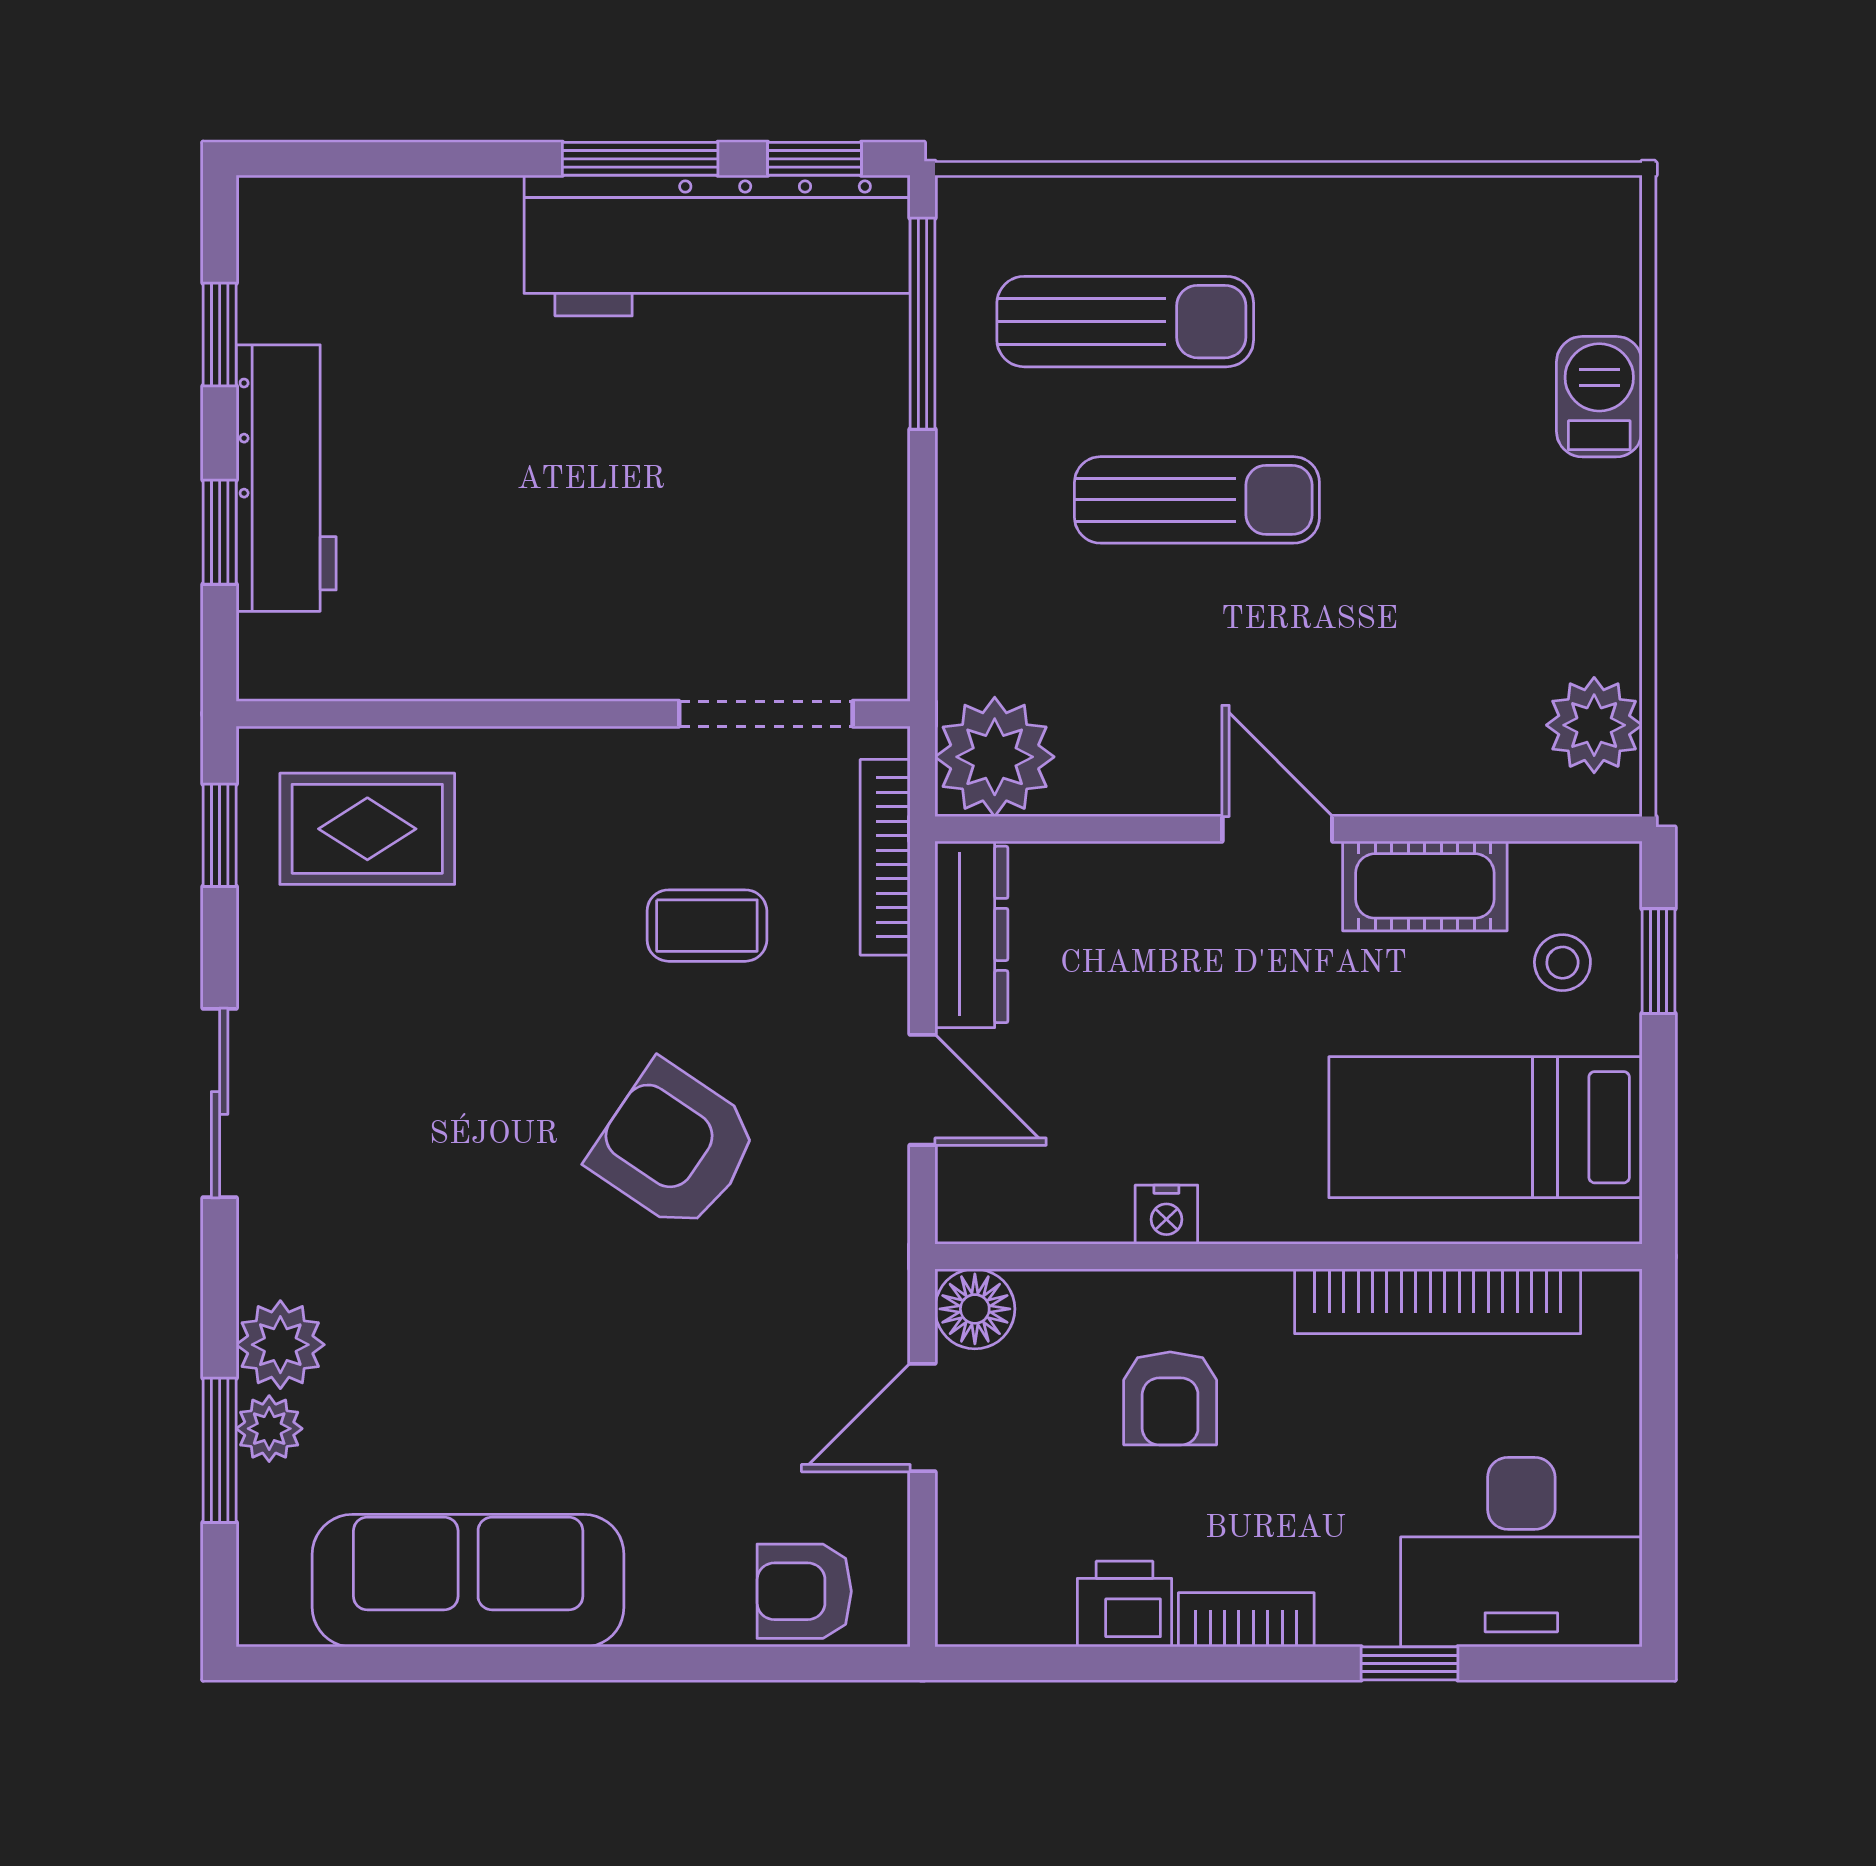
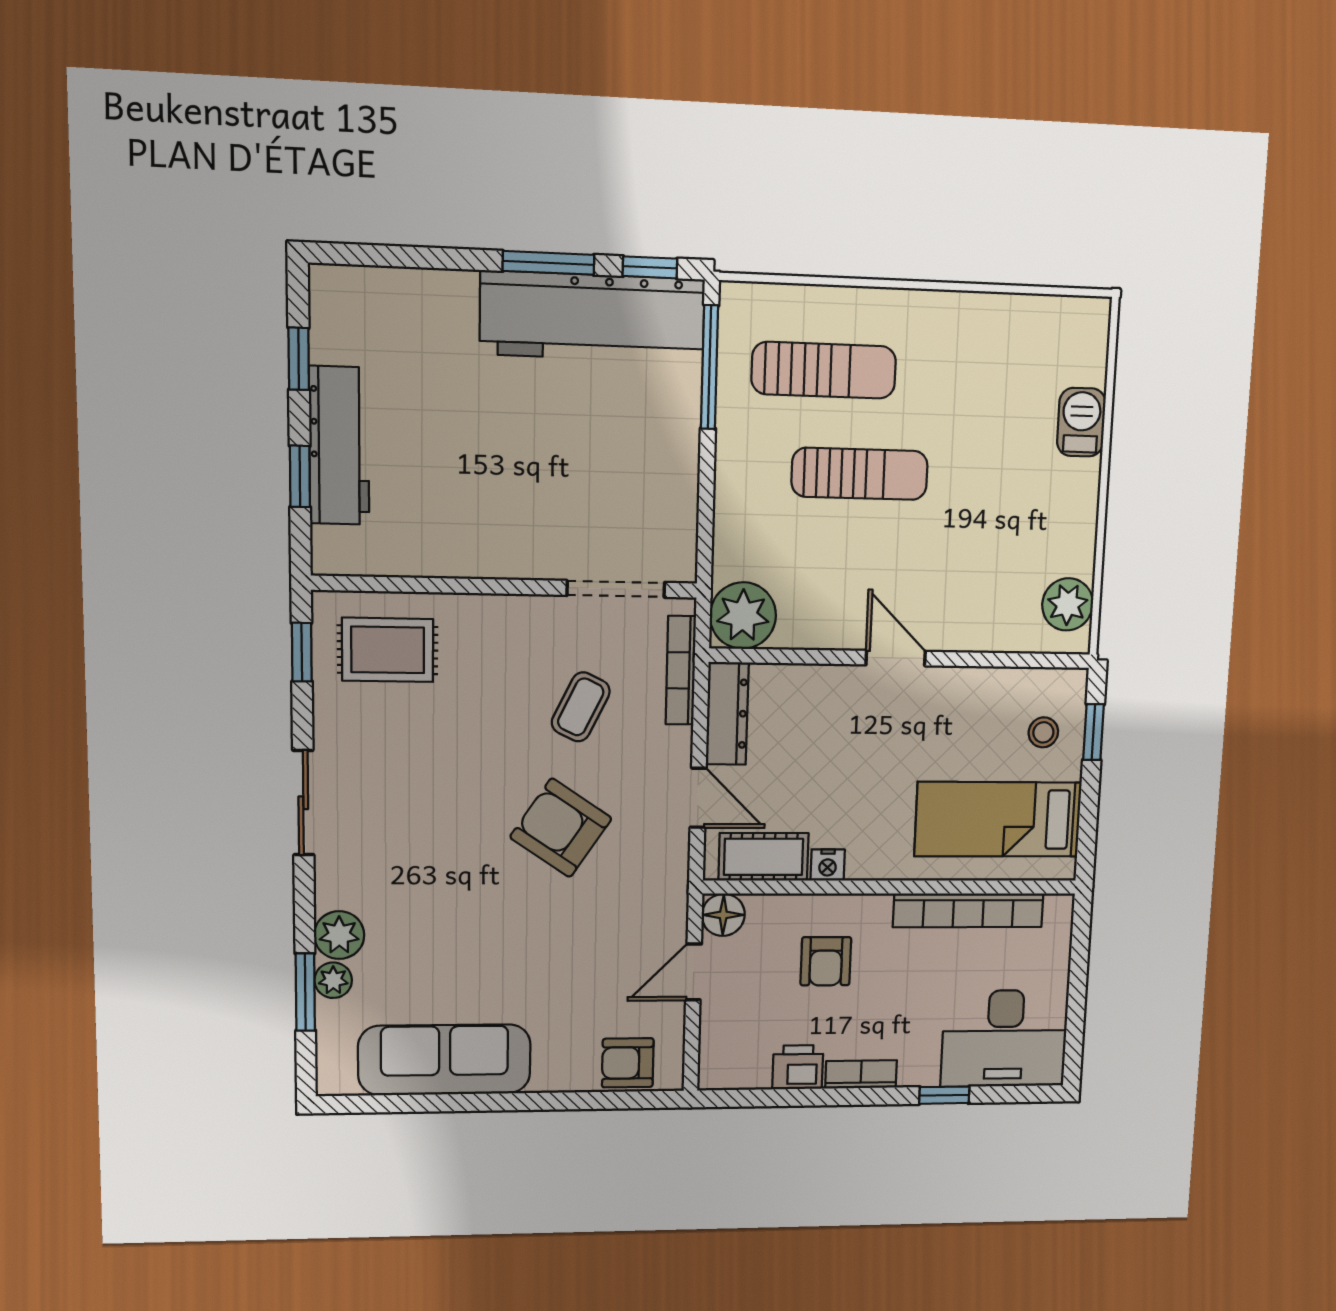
cot: (1425, 886) -> (764, 857), moved
coffee table: (707, 926) -> (581, 707), turned -64

